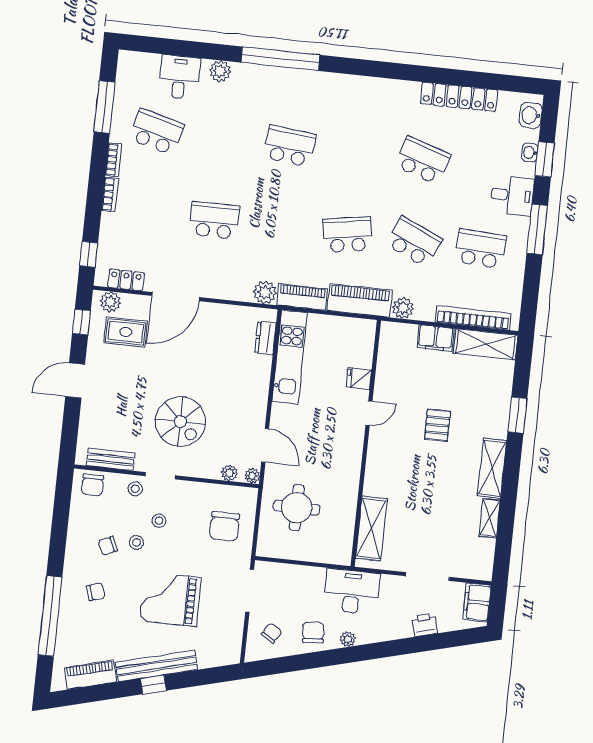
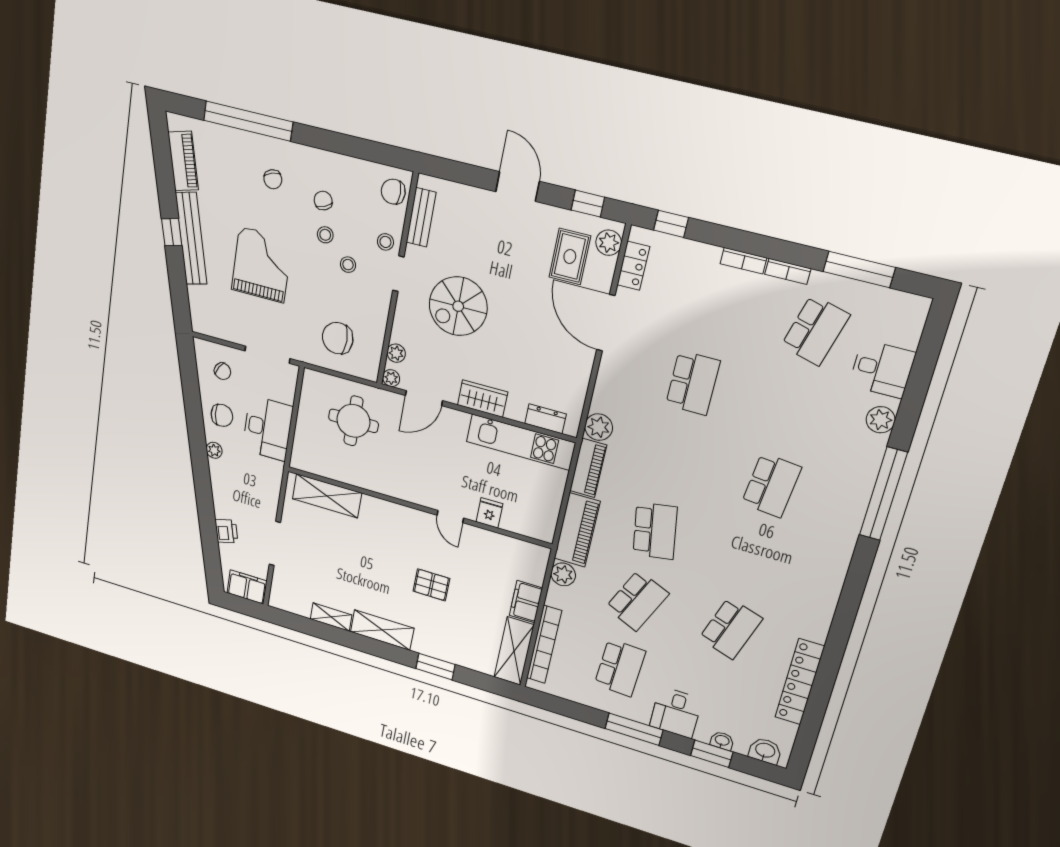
wardrobe: (257, 394) -> (483, 399), added
desk: (352, 592) -> (268, 428), moved

